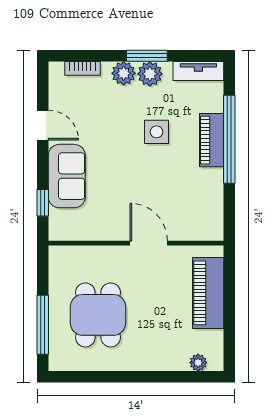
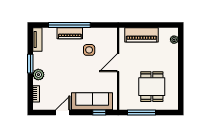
plant: (150, 74) -> (39, 62), removed
side table: (156, 132) -> (89, 50), moved
sofa: (67, 176) -> (92, 101), width x1.36
dining table: (98, 315) -> (152, 87), turned 90
window: (43, 325) -> (141, 113), moved

